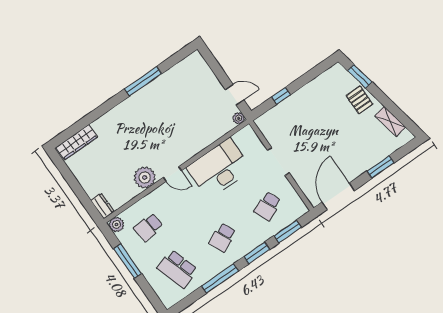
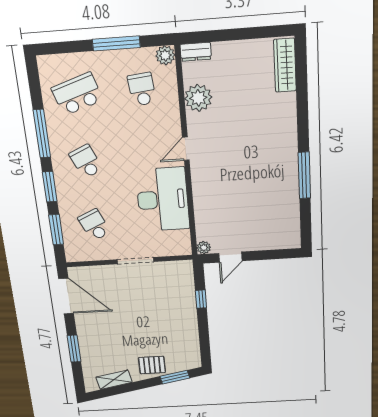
plant: (145, 177) -> (198, 98), moved

